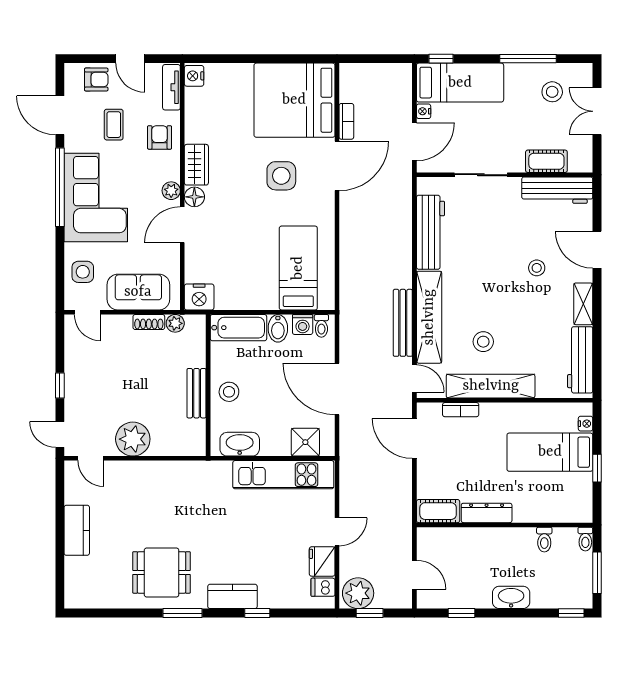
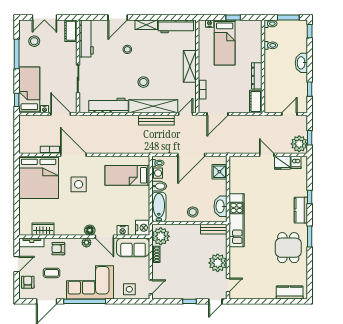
nightstand: (194, 76) -> (123, 230), moved
cot: (546, 161) -> (71, 31), moved
wardrobe: (196, 165) -> (43, 229), moved
sofa: (138, 292) -> (133, 247), moved, turned -90
plant: (175, 323) -> (161, 236), width x1.87, depth x1.87
stool: (483, 342) -> (143, 82), moved
shelving: (491, 386) -> (190, 66), width x0.68
bench: (197, 393) -> (214, 229), moved
kitchen unit: (283, 475) -> (237, 220), moved
kitchen counter: (77, 530) -> (290, 292), moved

